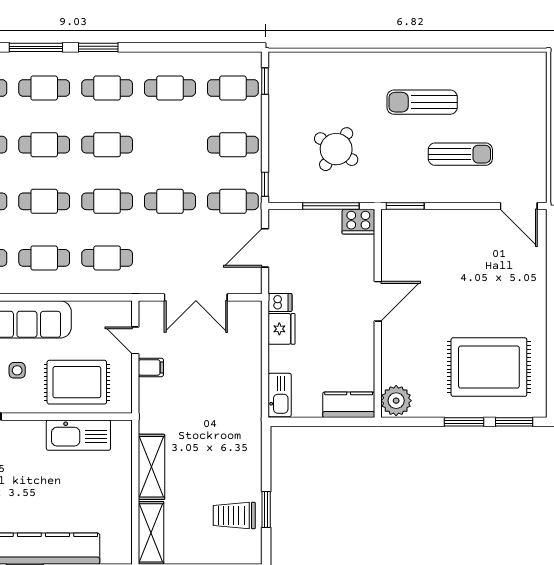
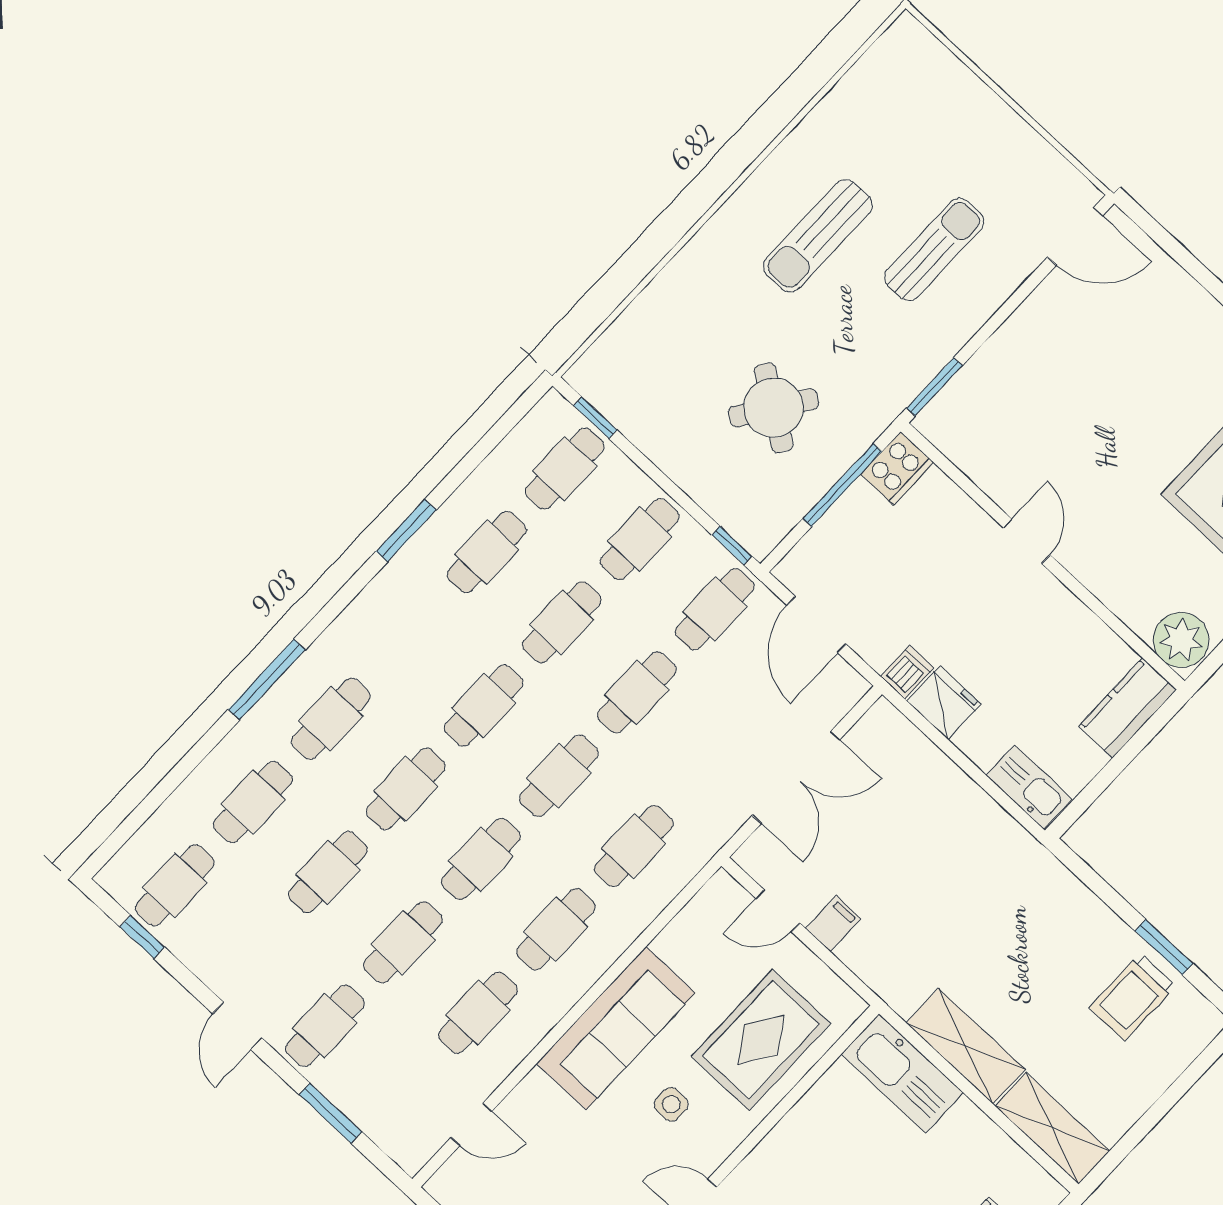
window: (98, 47) -> (406, 531), moved
cafe table: (107, 88) -> (562, 622), moved
door: (378, 301) -> (1027, 541), width x0.73
kitchen sink: (78, 435) -> (902, 1073), moved, turned 90

